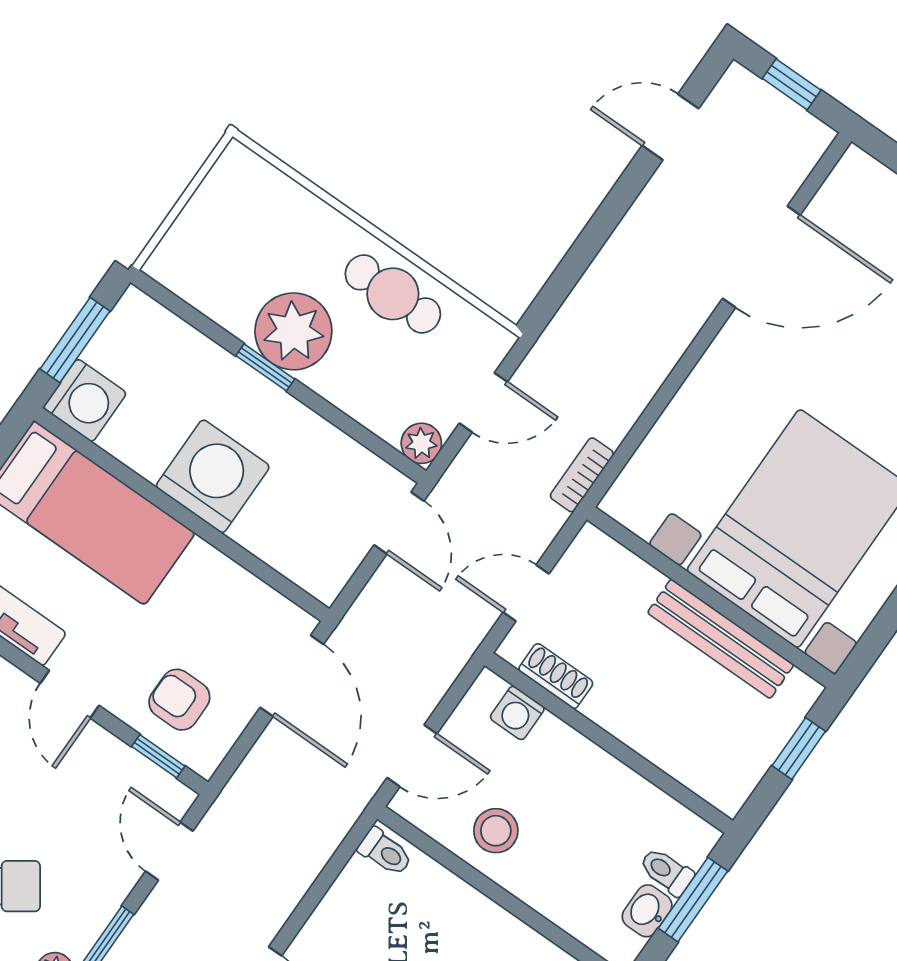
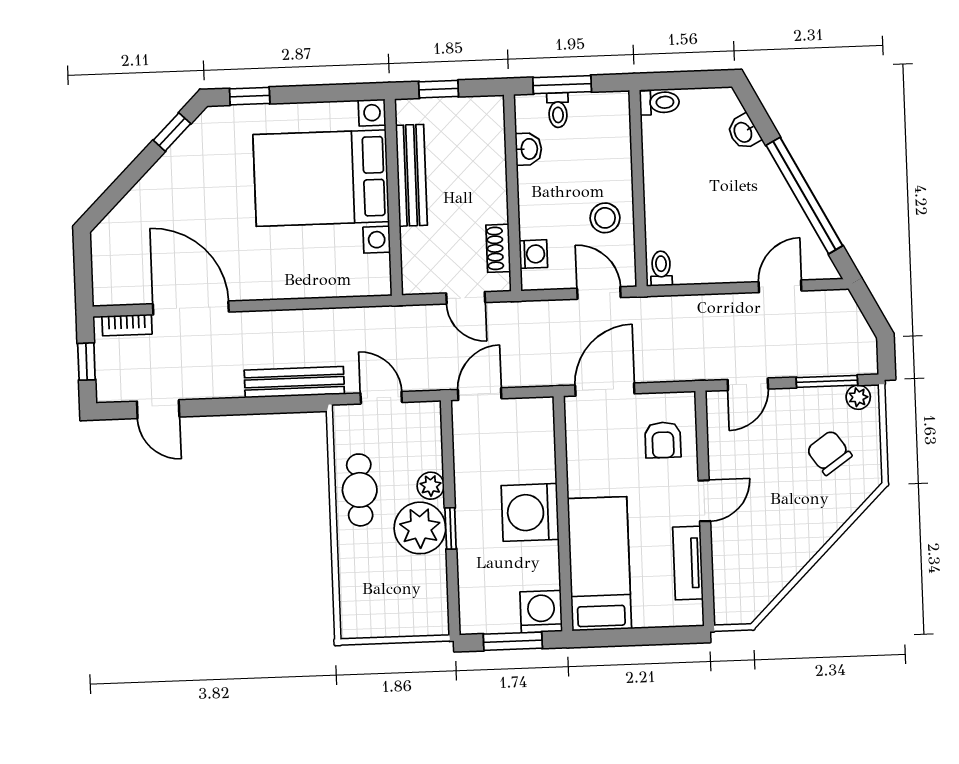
bench: (580, 313) -> (294, 382), added
plant: (421, 443) -> (431, 486), moved
bookcase: (582, 475) -> (127, 325), moved
window: (158, 756) -> (702, 428), removed
washbasin: (647, 911) -> (529, 149), moved, turned -90

